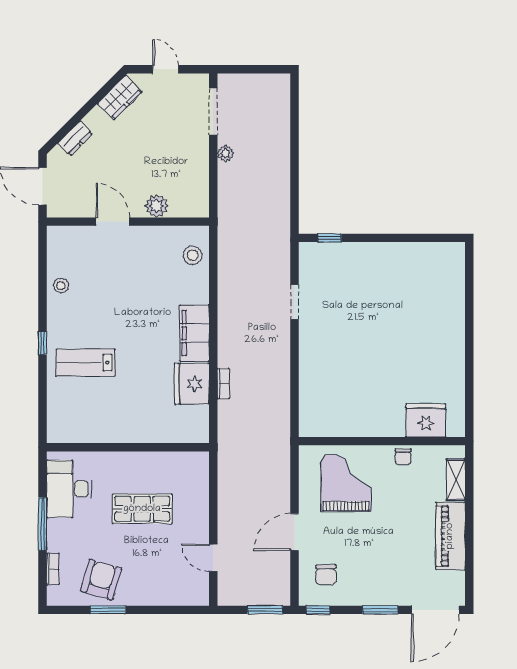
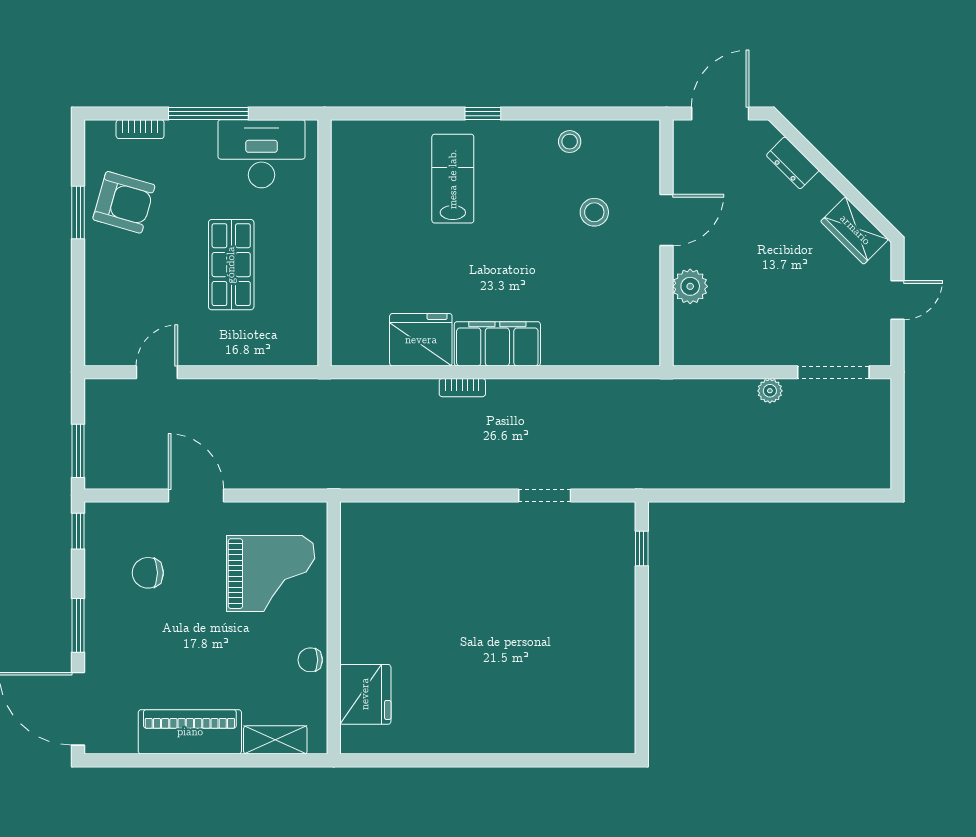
stool: (193, 255) -> (594, 212), moved
bookcase: (223, 383) -> (462, 388), moved
chair: (326, 575) -> (148, 573), moved

